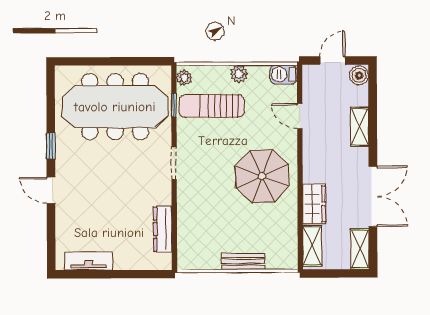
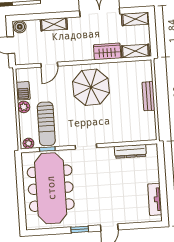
barbecue: (284, 74) -> (23, 91), moved

